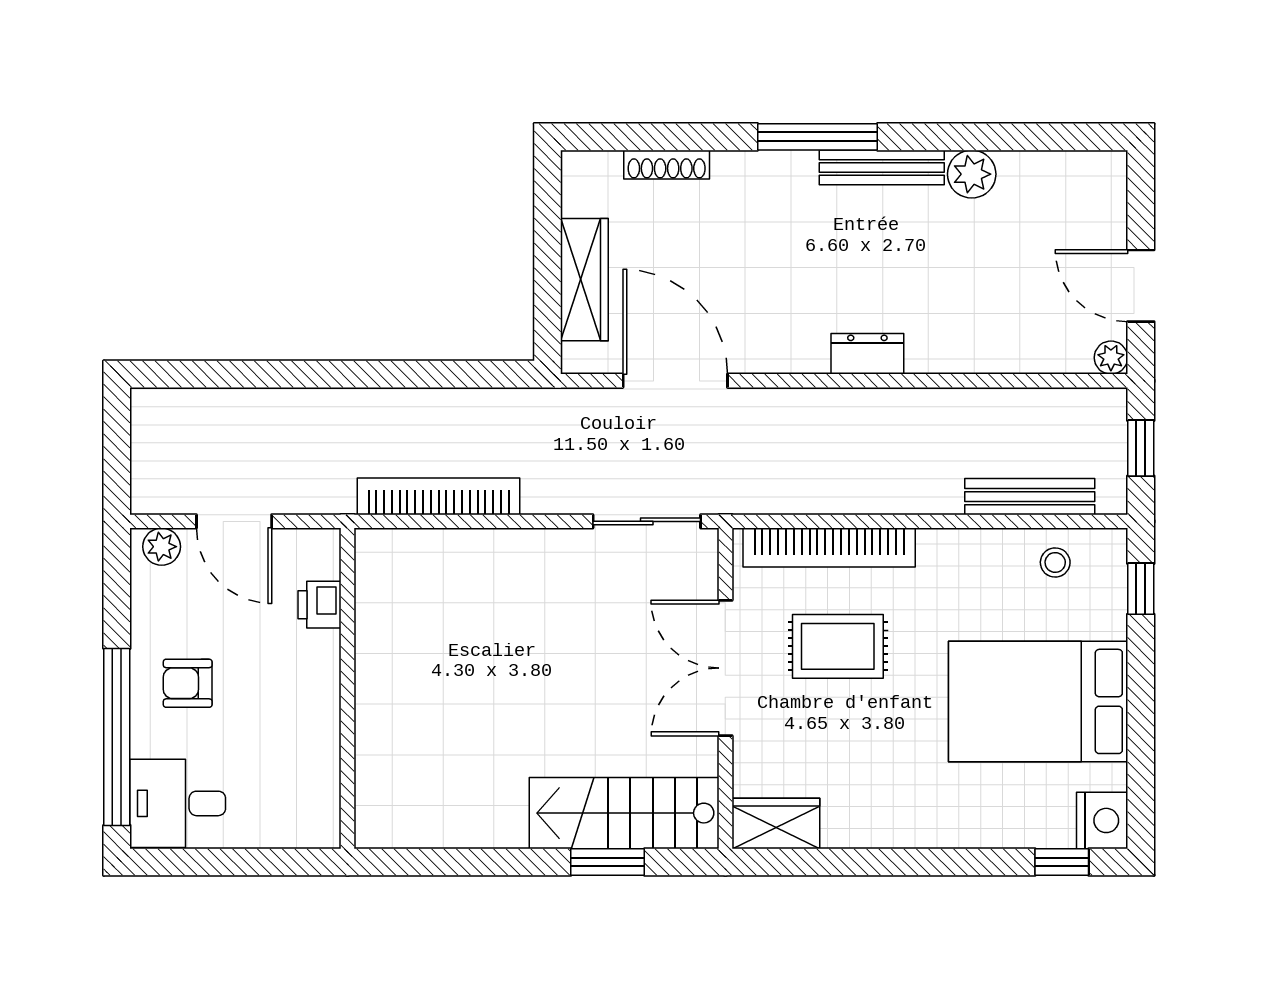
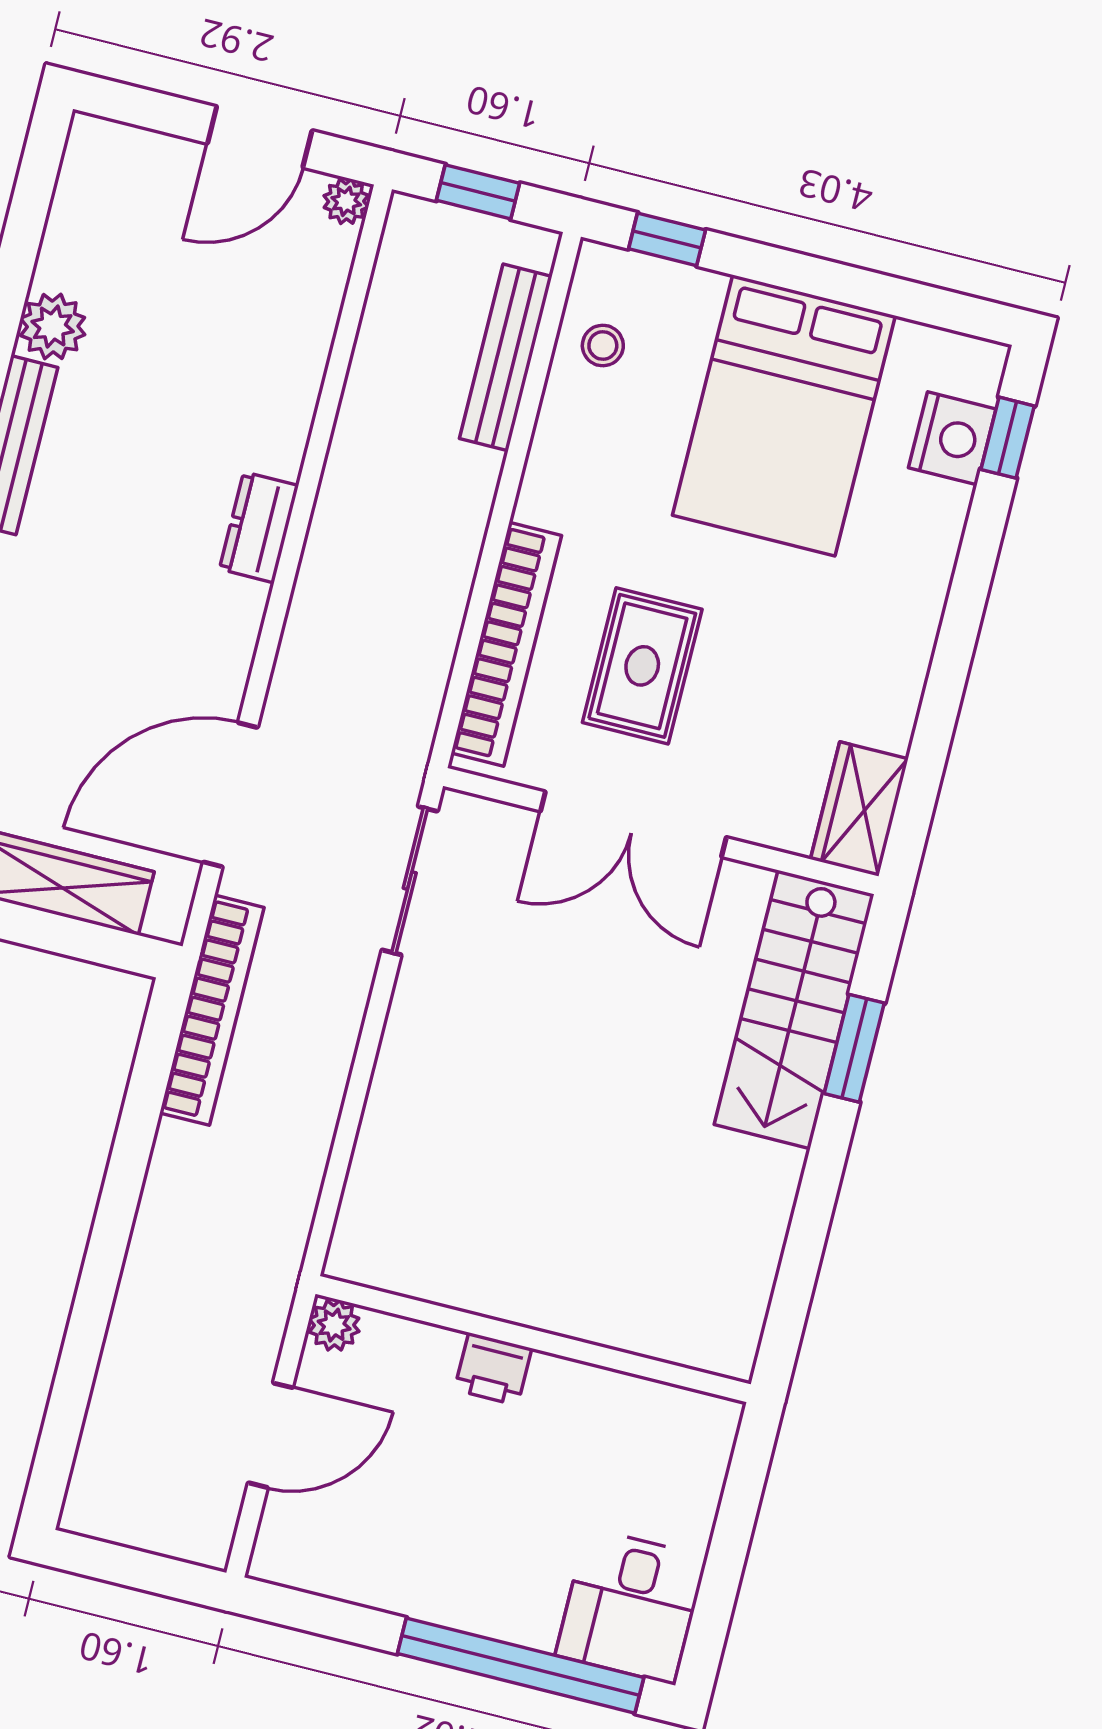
bookcase: (439, 496) -> (212, 1010), moved, turned 180
plant: (162, 547) -> (334, 1325), moved
printer: (320, 605) -> (493, 1369), moved
armchair: (188, 683) -> (472, 1552), removed
nightstand: (1102, 820) -> (952, 438), moved, turned 90

